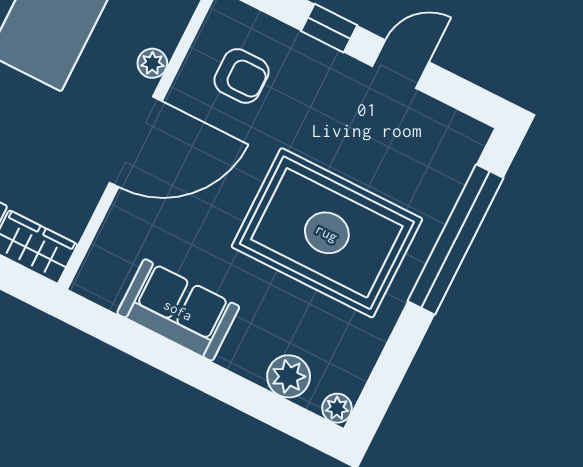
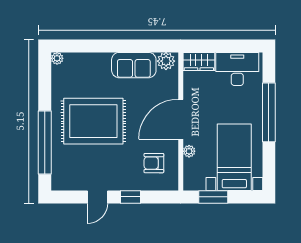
plant: (289, 376) -> (166, 61), moved

